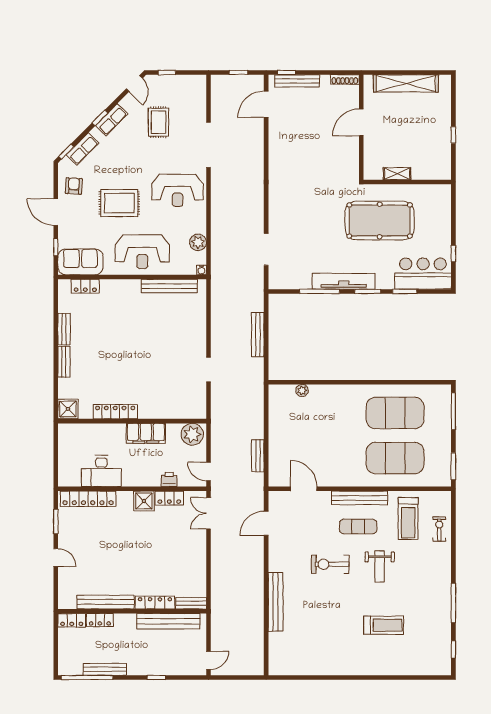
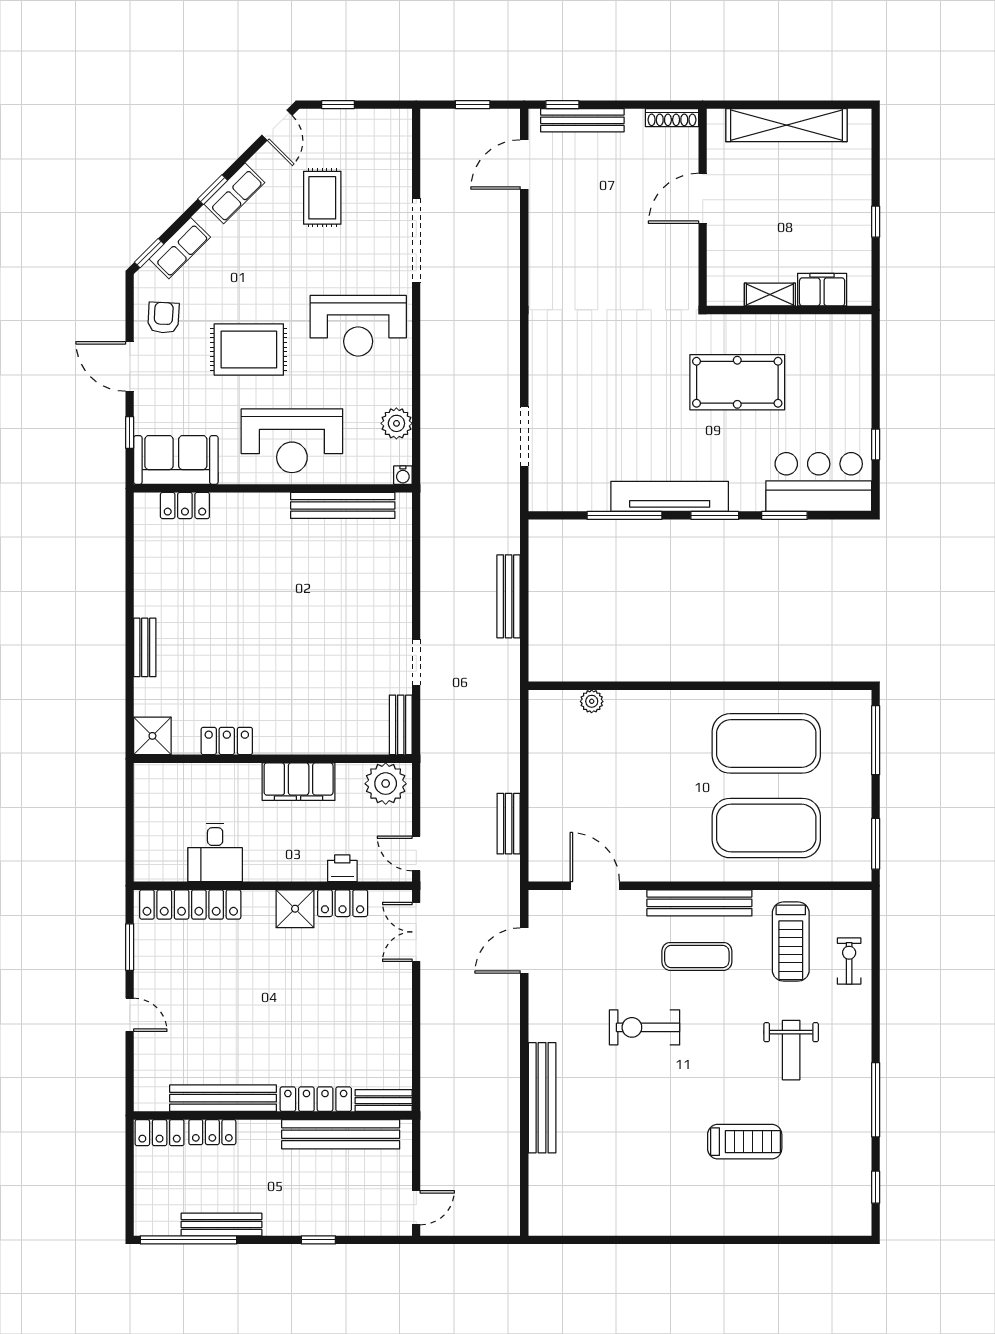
filing cabinet: (425, 171) -> (822, 290), added
pool table: (380, 220) -> (737, 382), width x0.73, depth x0.76
bench: (64, 329) -> (401, 725), moved
locker: (115, 412) -> (227, 741), width x0.66
desk: (101, 471) -> (215, 852), width x0.73
weight bench: (380, 566) -> (791, 1050), moved

